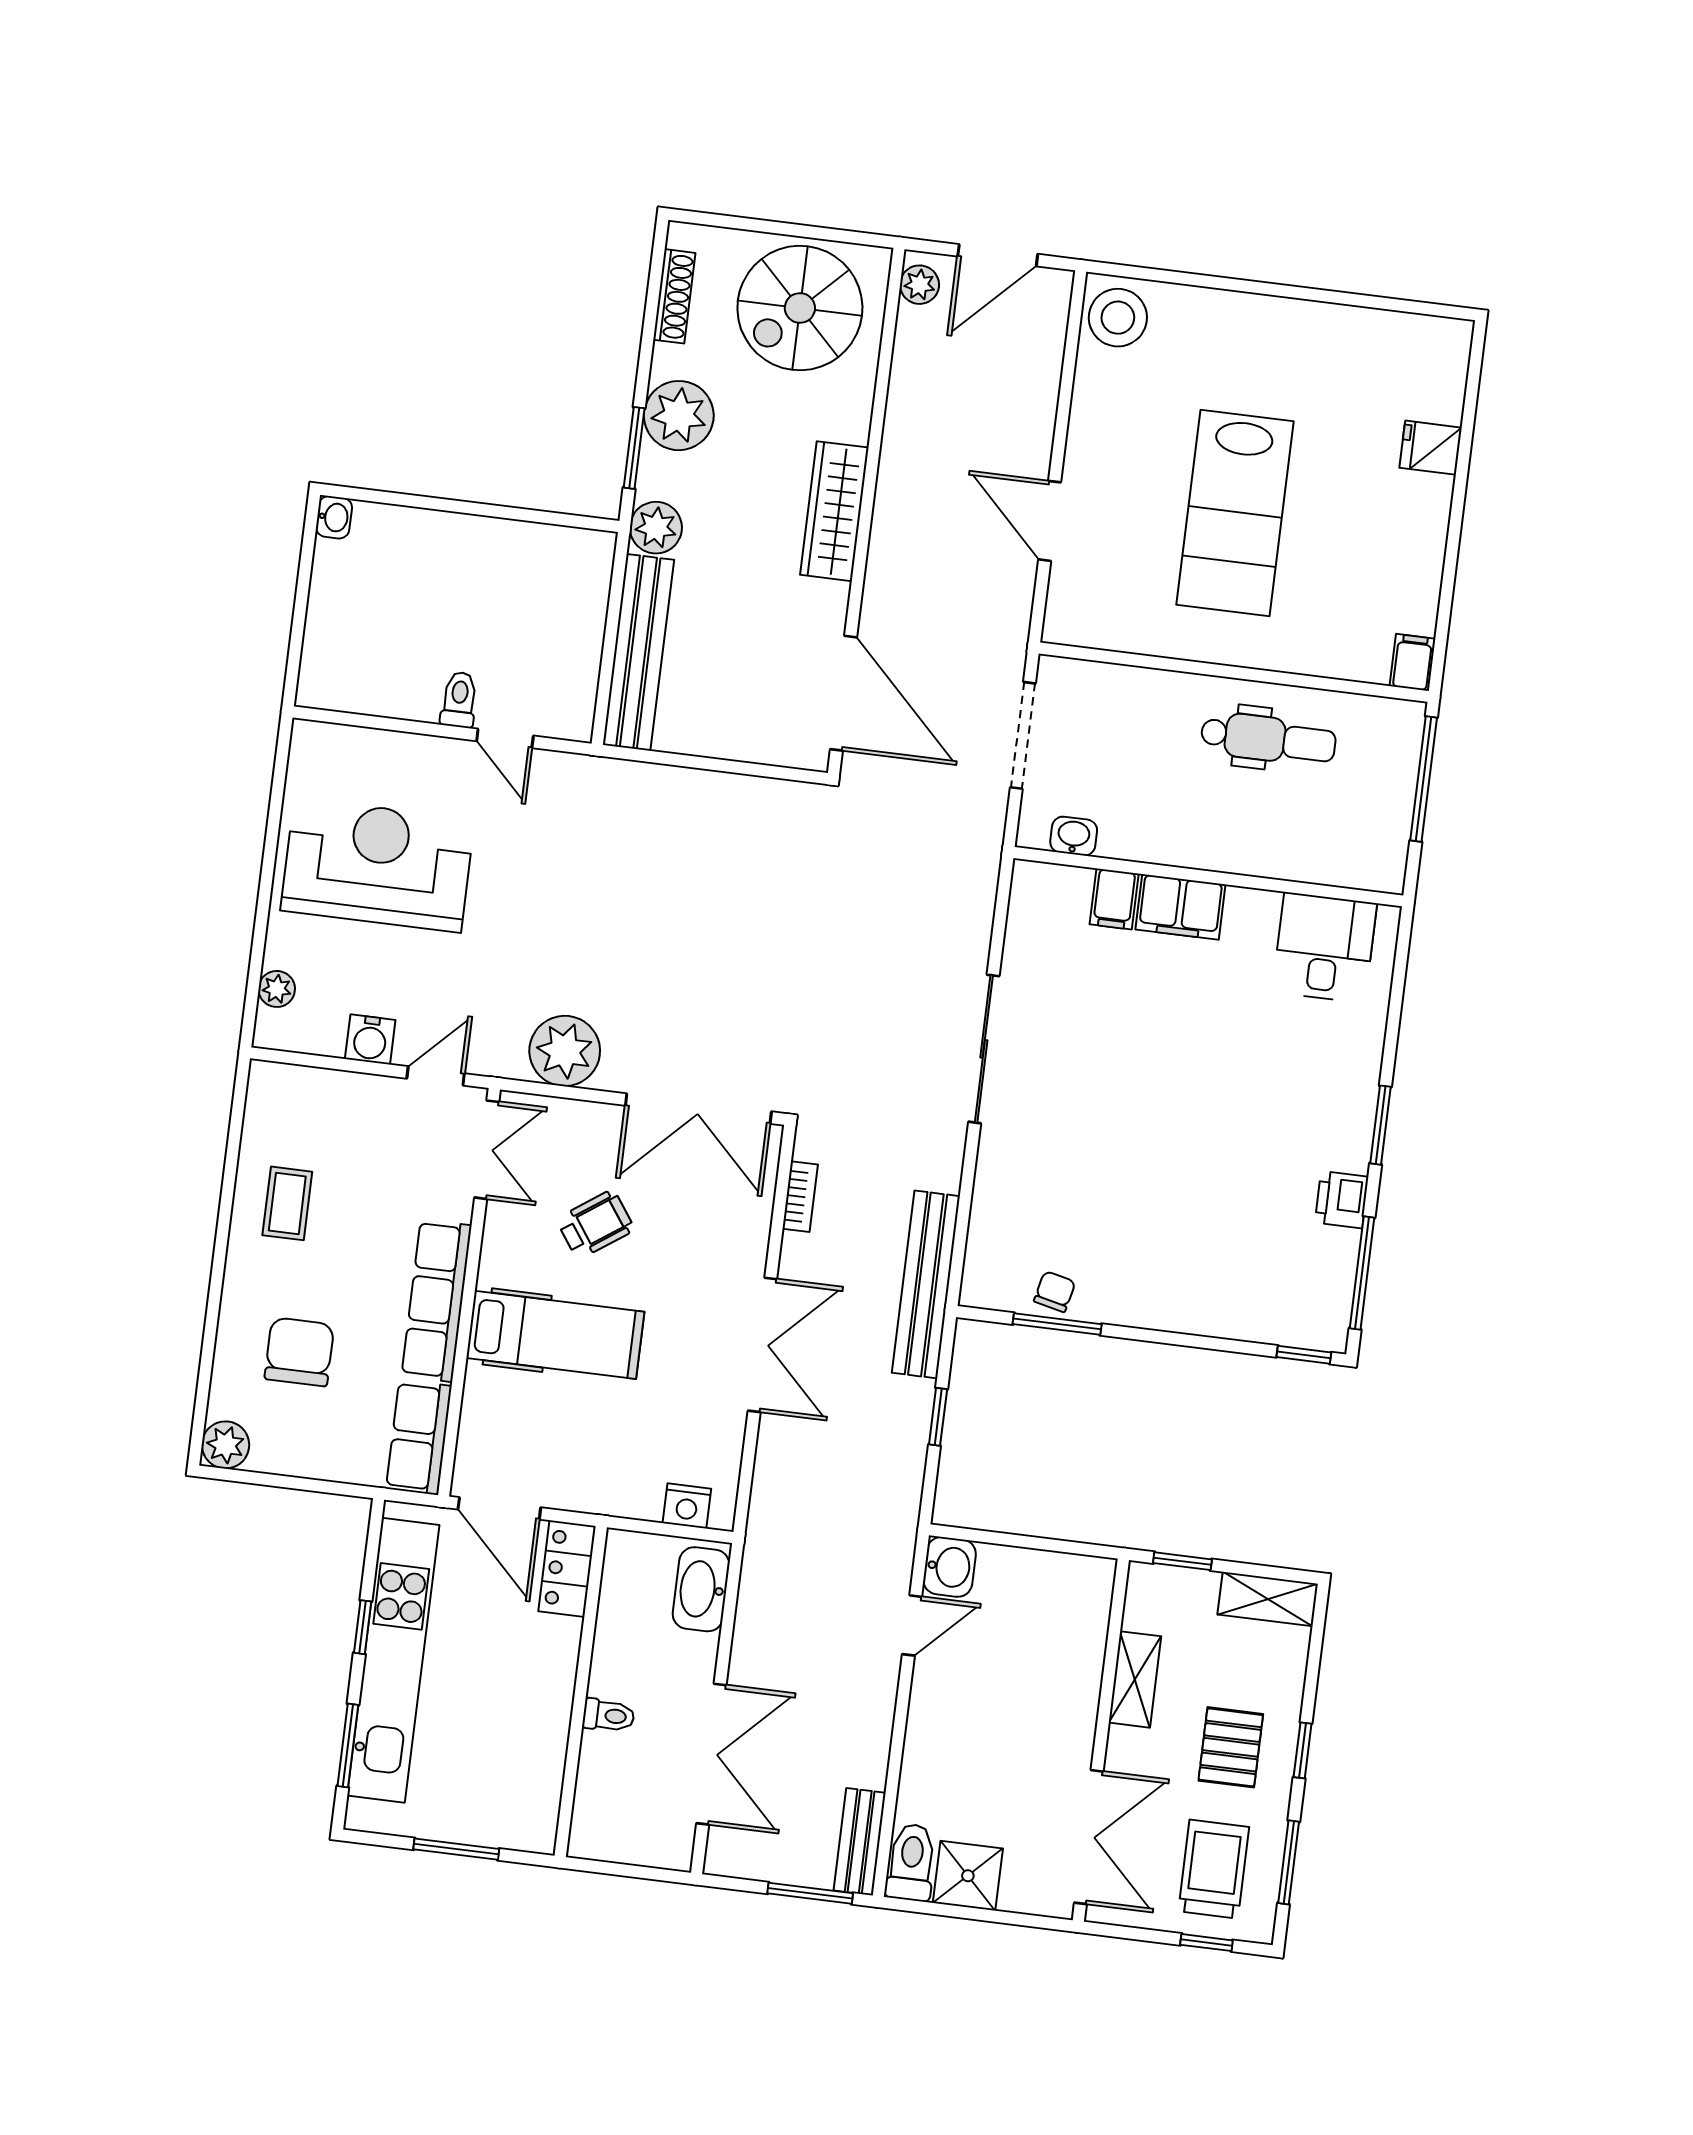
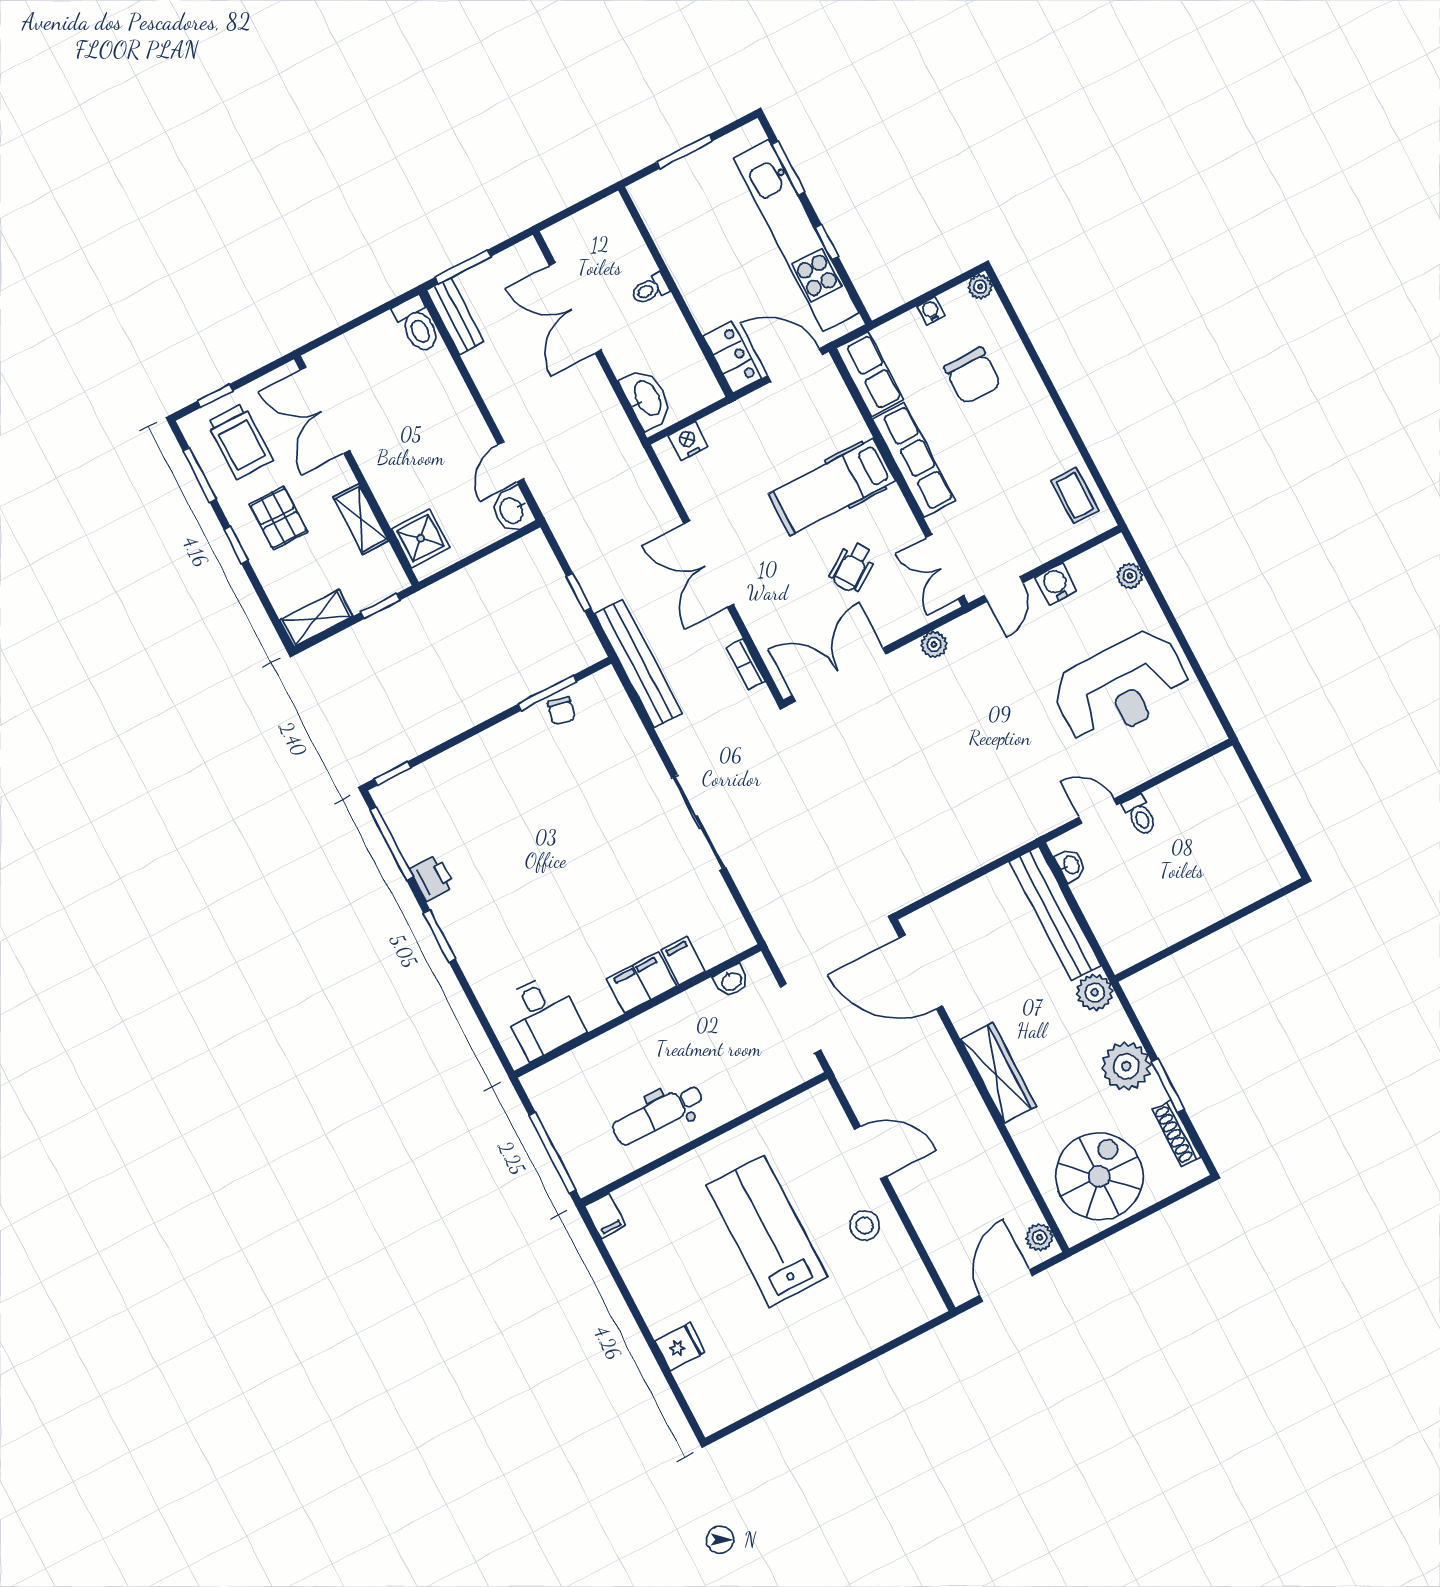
stool: (1118, 318) -> (865, 1226), moved, width x0.73, depth x0.73
window: (634, 448) -> (1168, 1085), moved
washbasin: (334, 517) -> (1071, 865), moved, turned 180
plant: (565, 1051) -> (934, 644), width x0.53, depth x0.53
coffee table: (287, 1203) -> (1075, 496), moved
plant: (226, 1445) -> (980, 287), width x0.73, depth x0.73
water cooler: (296, 1462) -> (931, 311), added
shower: (968, 1876) -> (421, 538), moved

